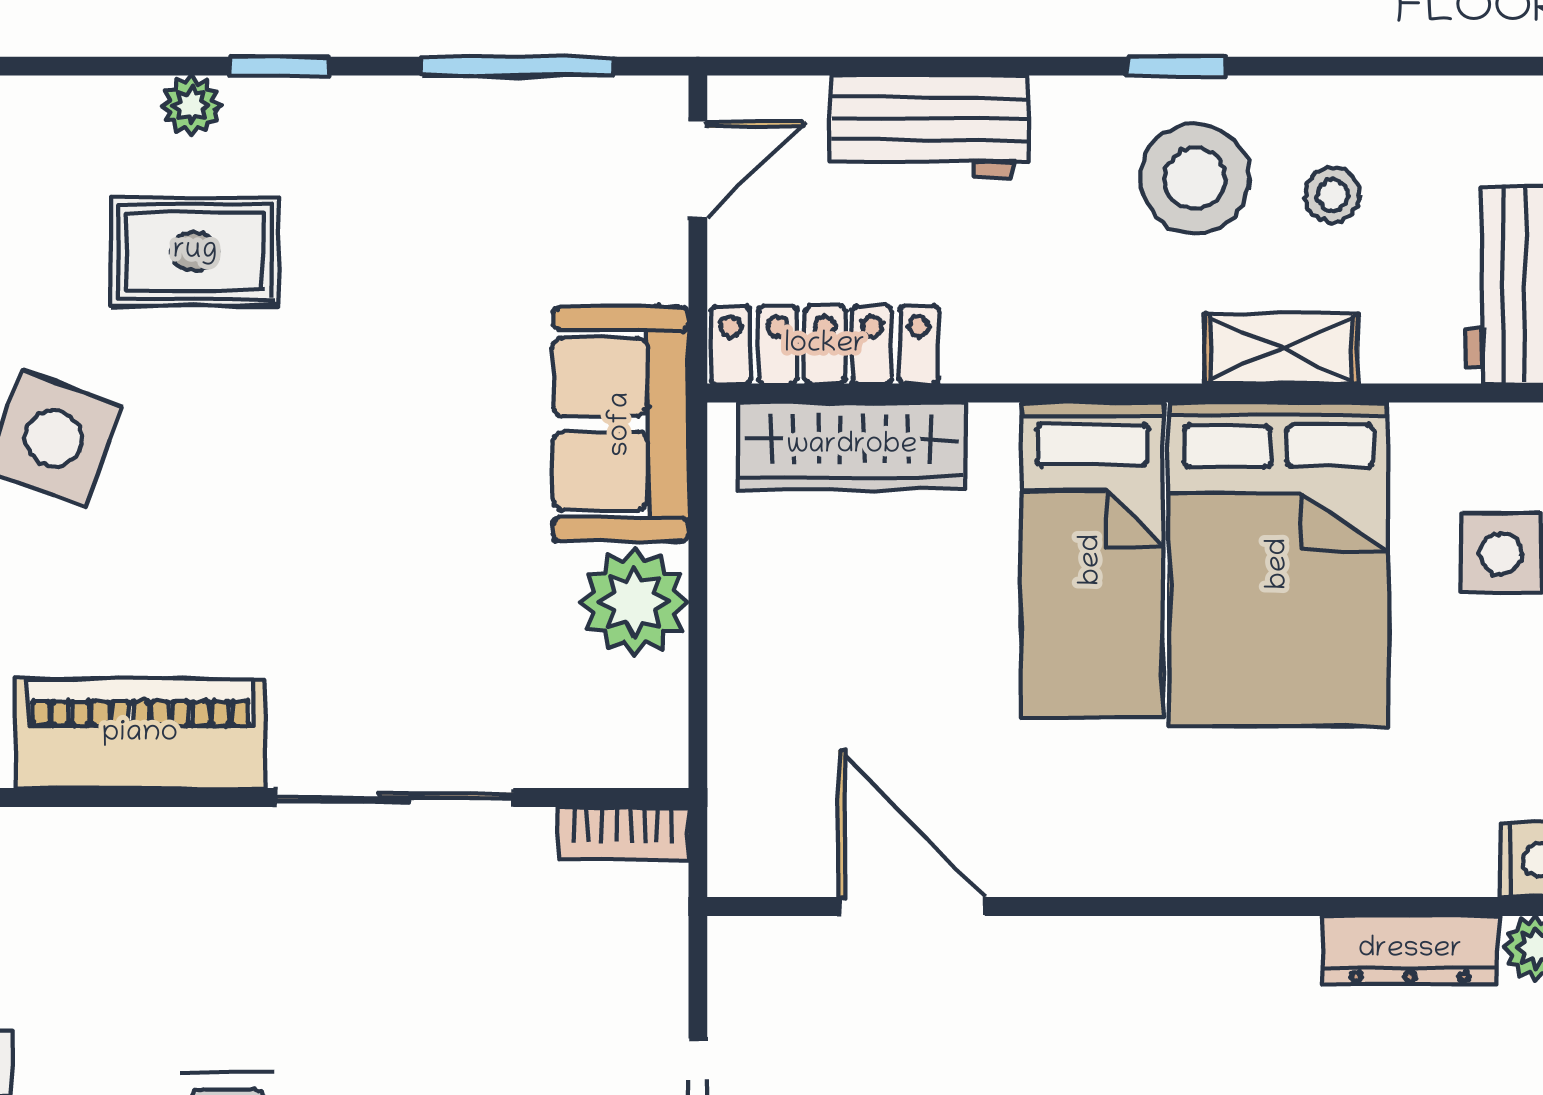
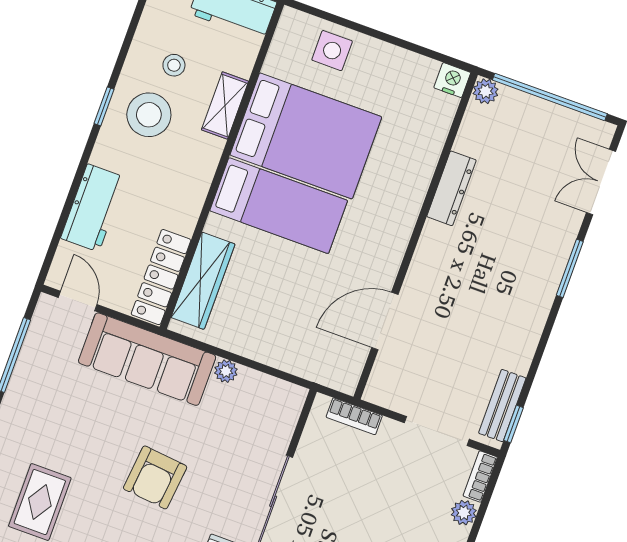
sofa: (621, 424) -> (147, 359), width x1.36
armchair: (350, 501) -> (155, 477), added
plant: (634, 602) -> (226, 371), width x0.53, depth x0.53
bookcase: (623, 833) -> (354, 416), moved, turned 90
dresser: (1410, 950) -> (451, 188), moved

